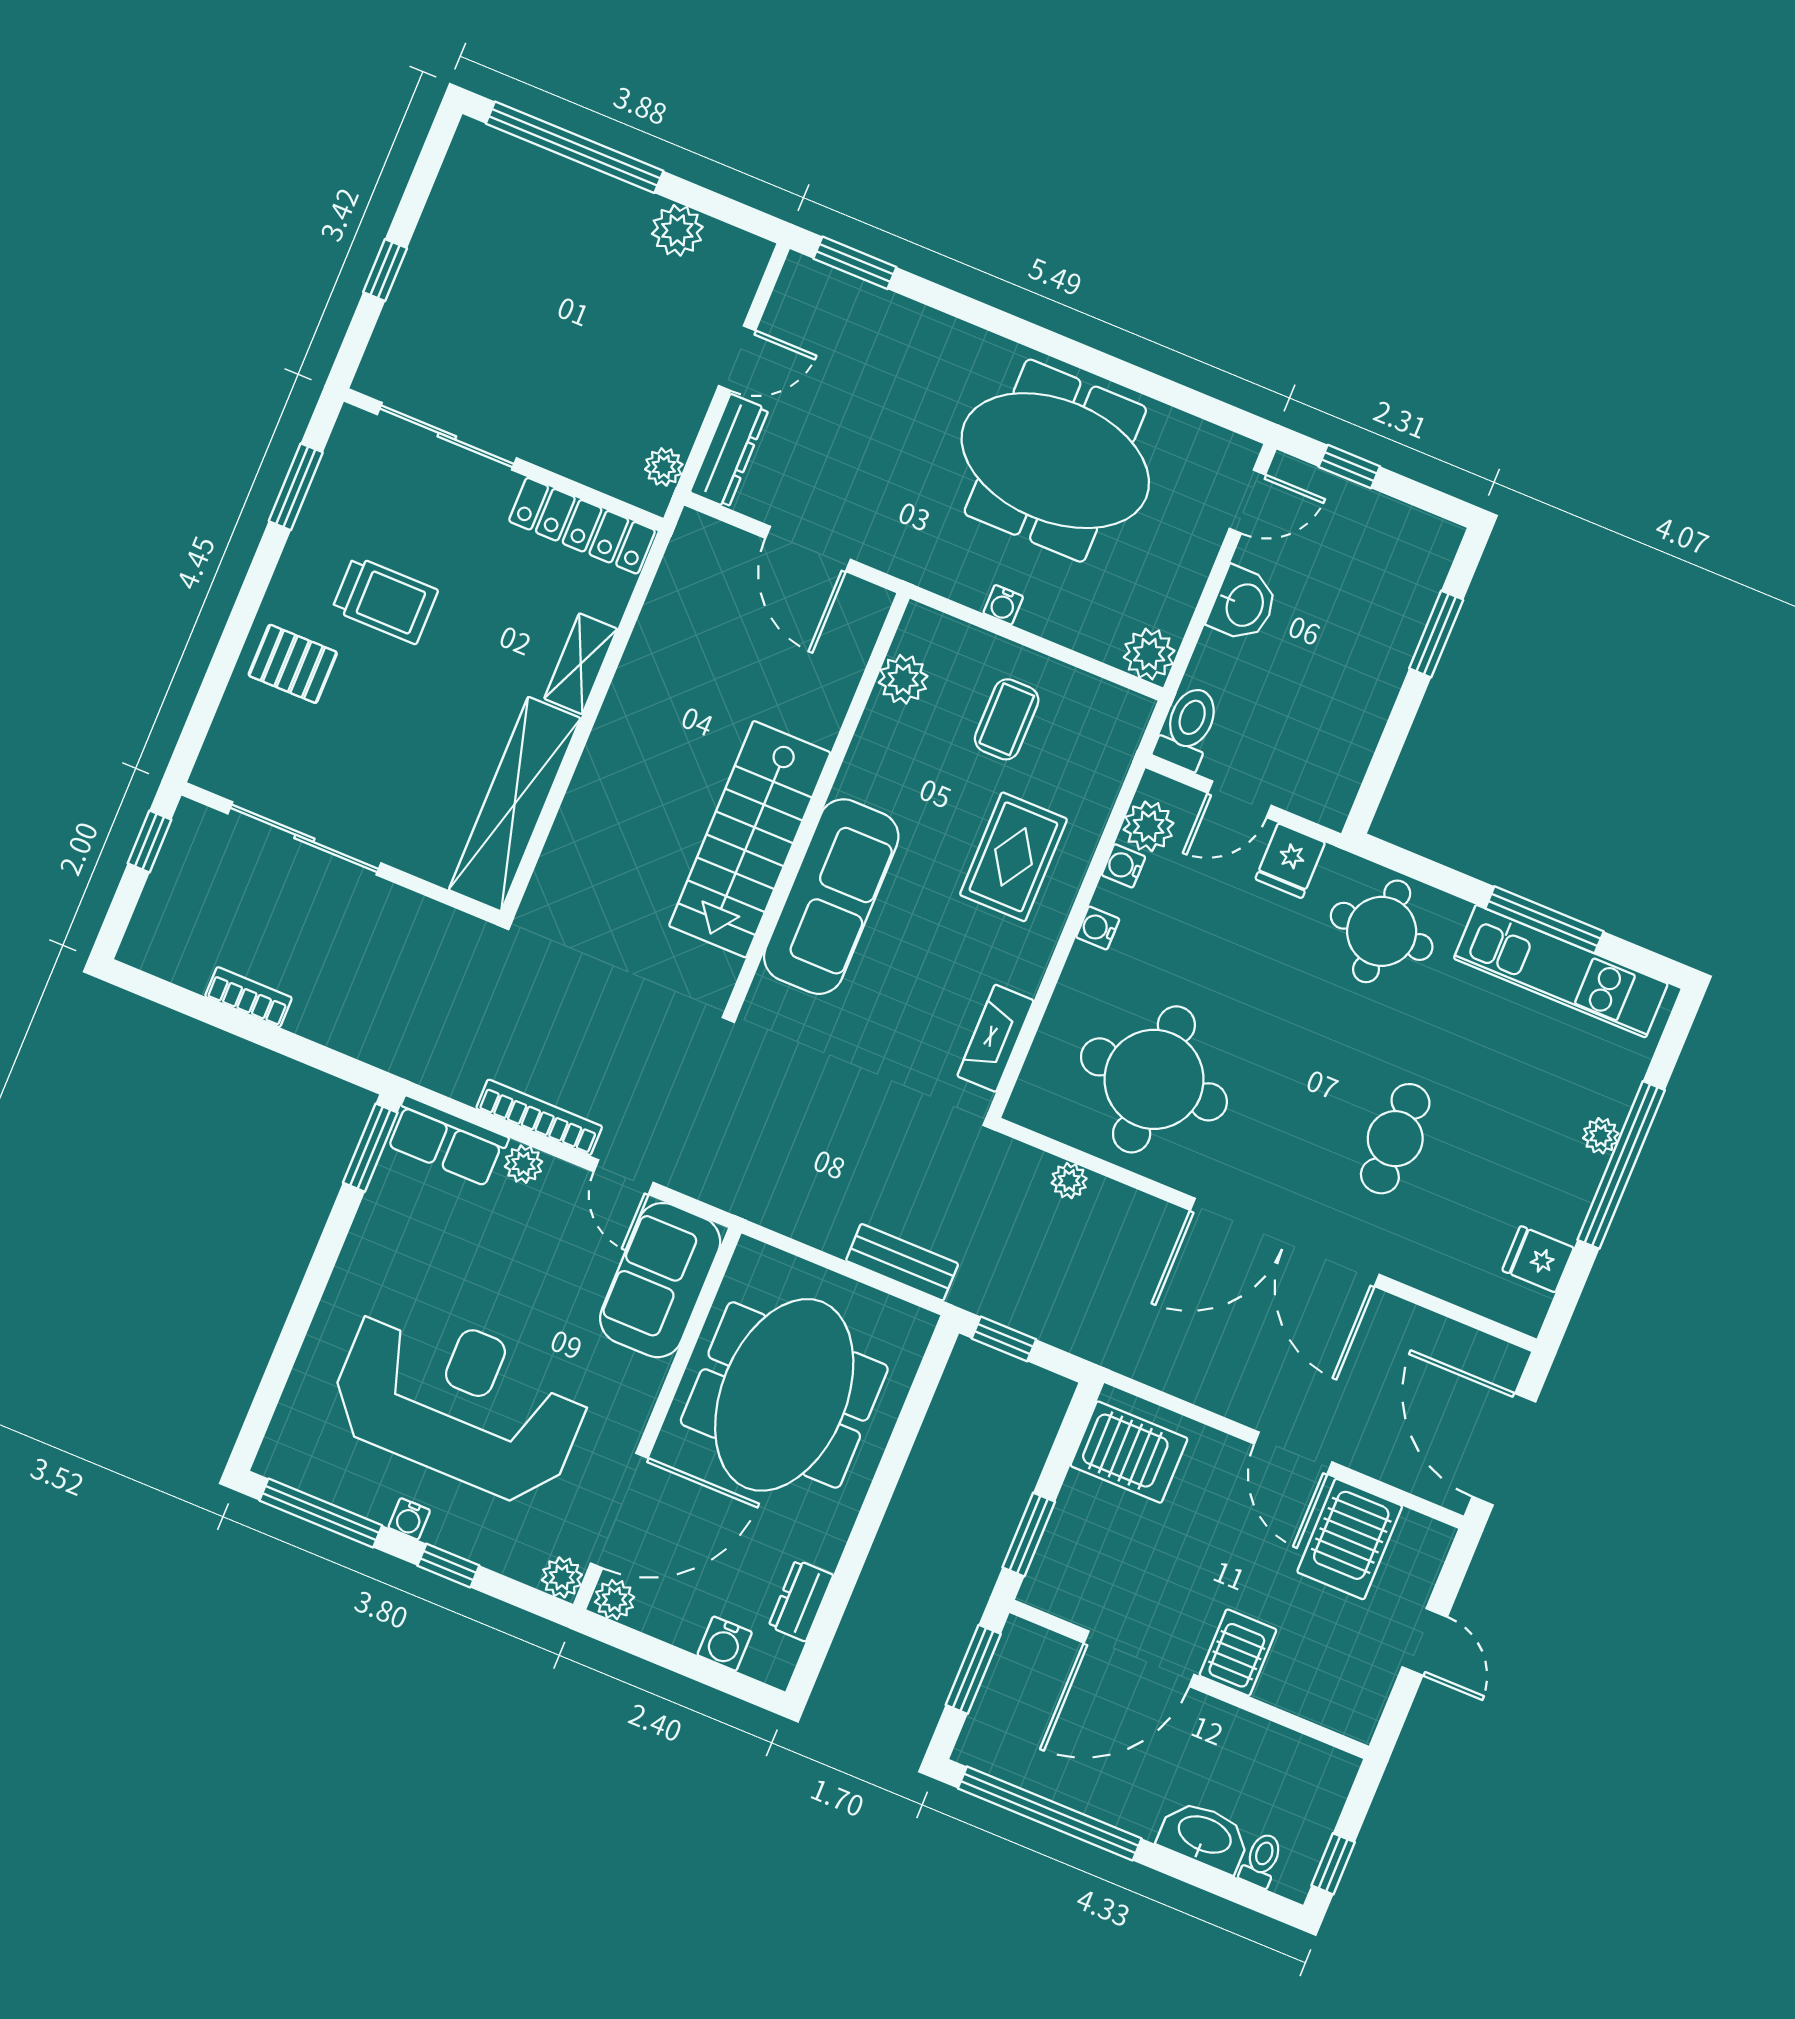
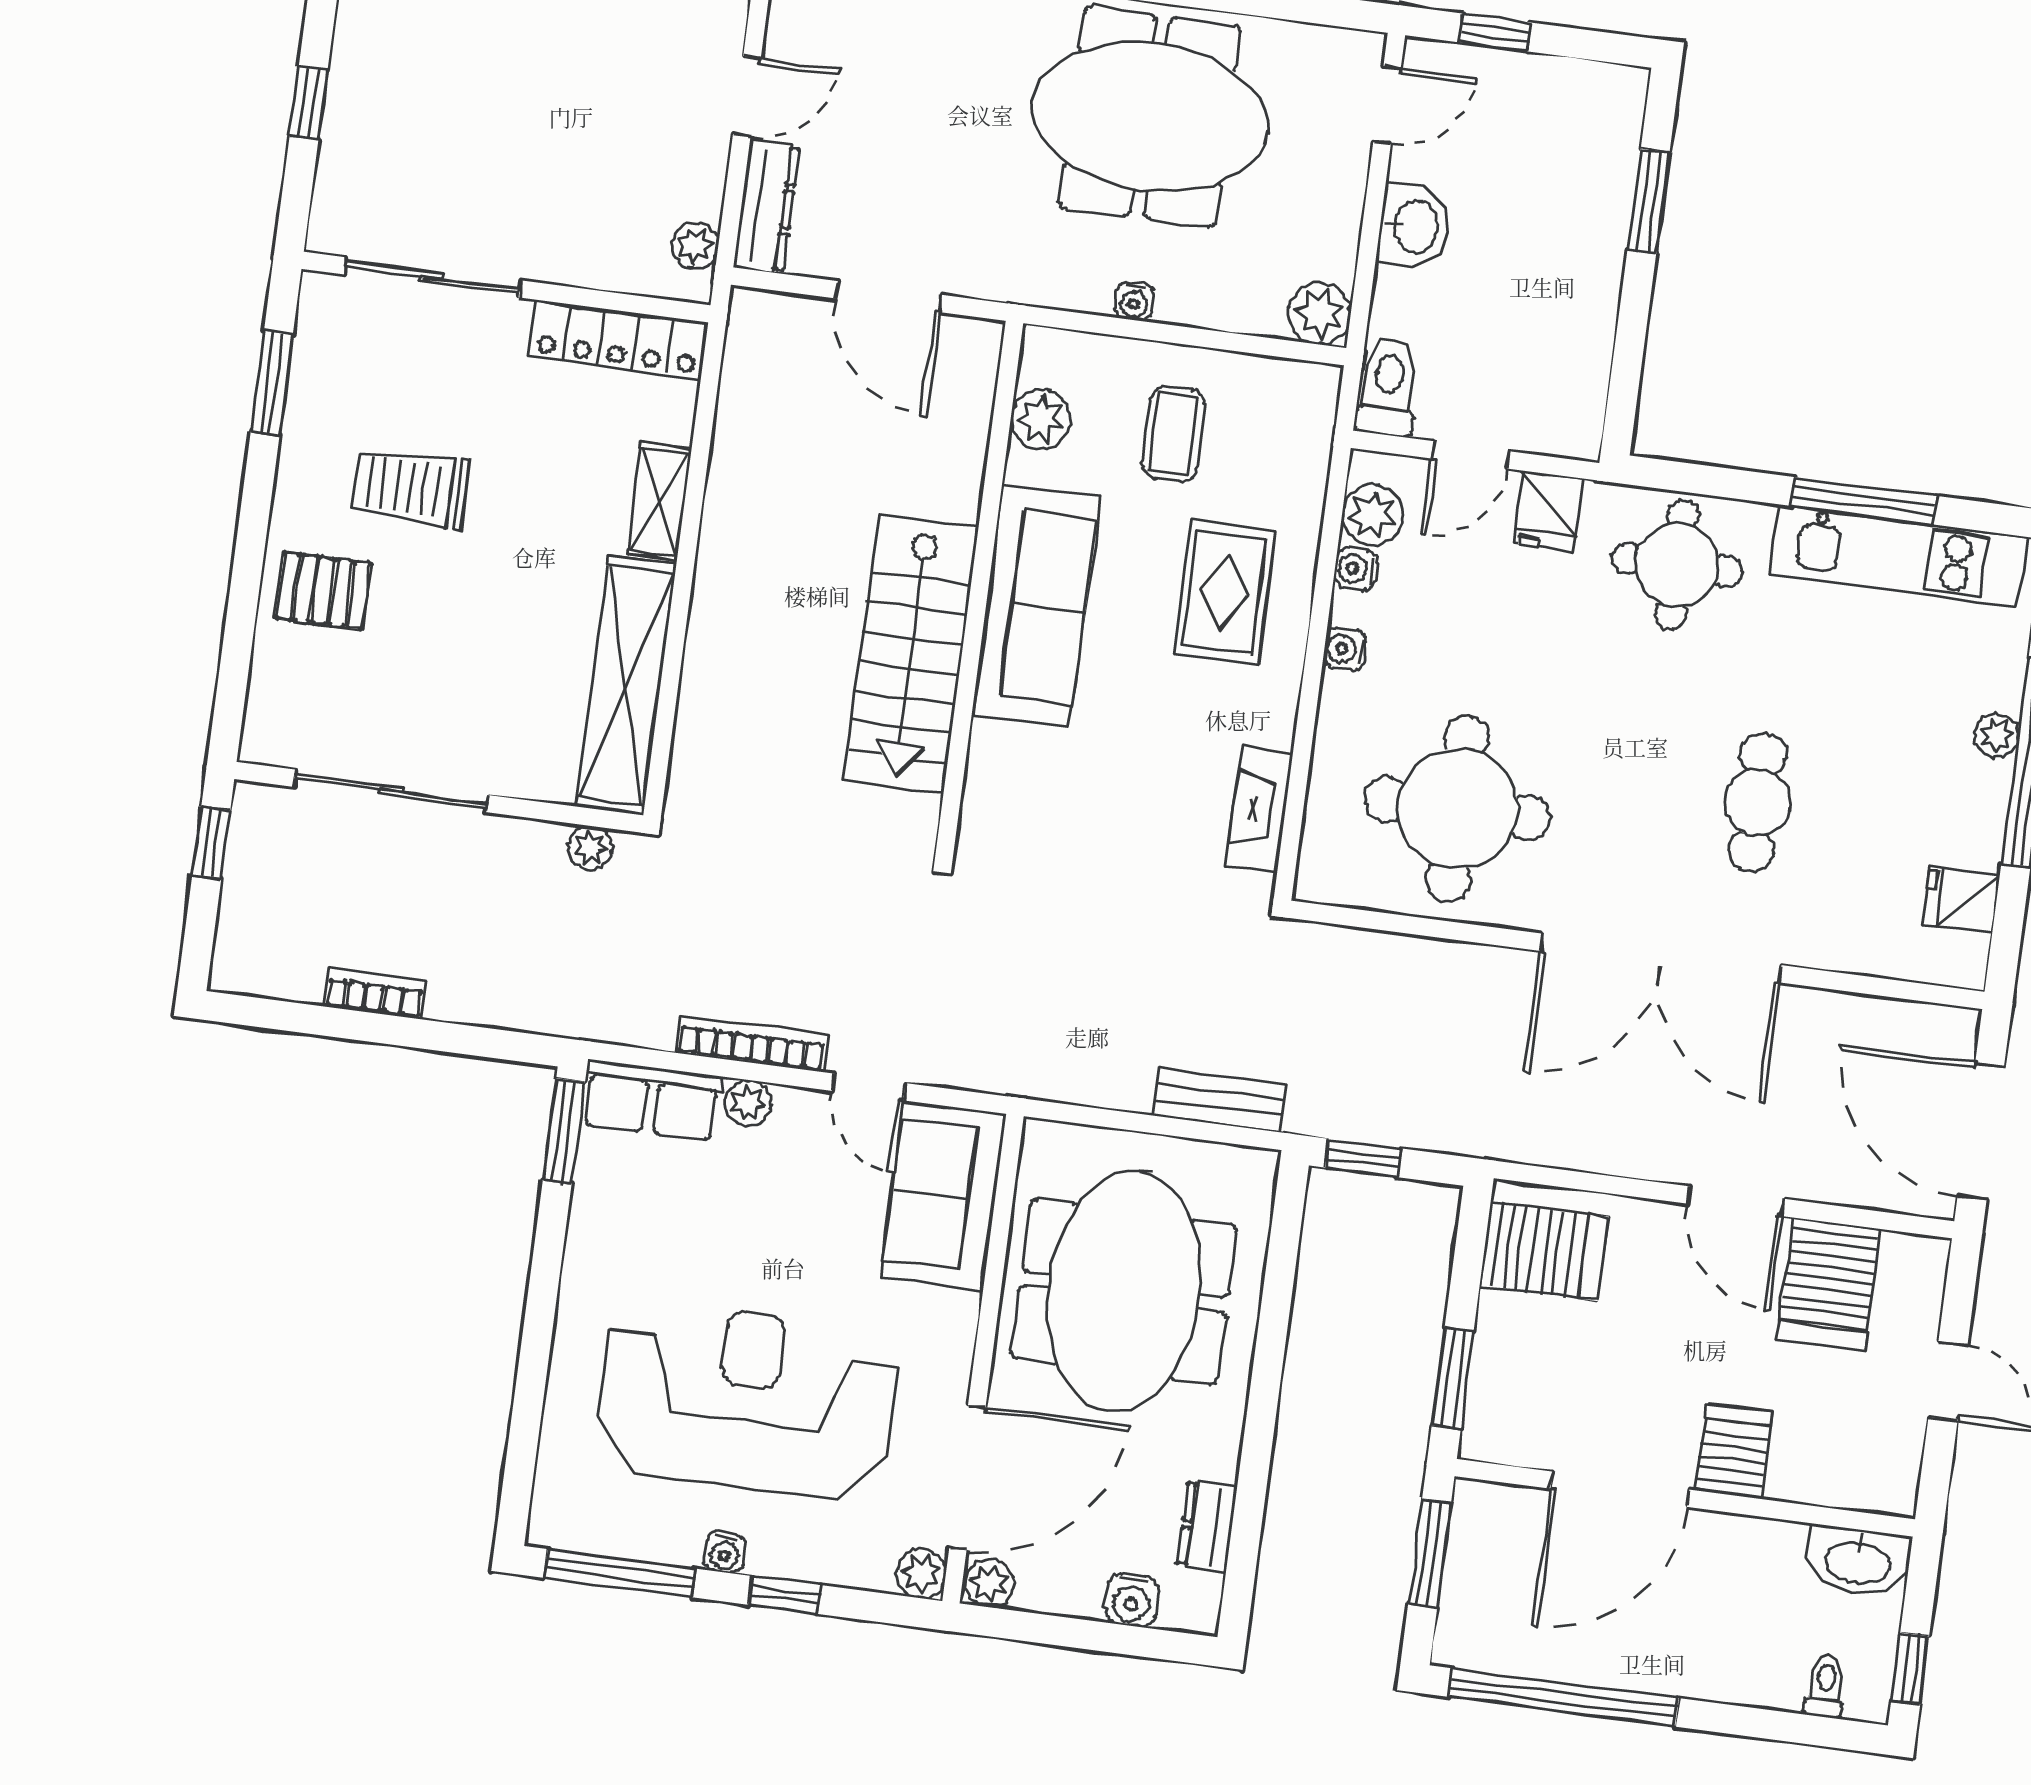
trolley: (385, 600) -> (411, 488), turned 180
sofa: (831, 897) -> (1036, 606), moved
plant: (1069, 1181) -> (590, 848), moved
washbasin: (1204, 1836) -> (1858, 1561), moved, turned 180

